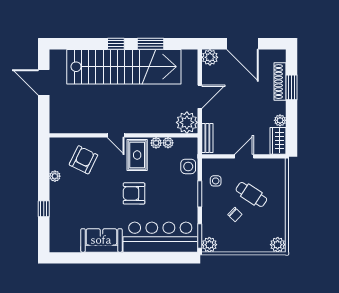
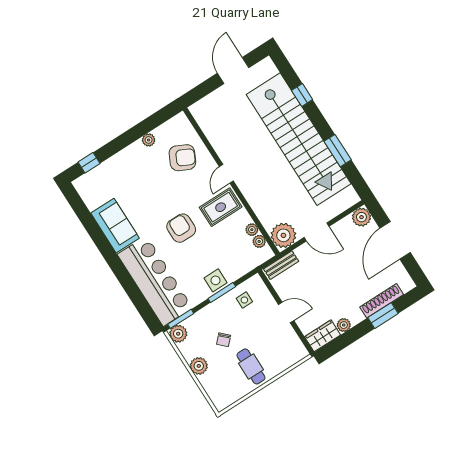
window: (116, 44) -> (302, 95), moved
plant: (156, 143) -> (259, 241), moved
side table: (188, 166) -> (215, 280), moved
cafe table: (251, 194) -> (251, 366), moved, turned -33
window: (44, 209) -> (89, 163), moved
plant: (278, 245) -> (199, 366), moved

